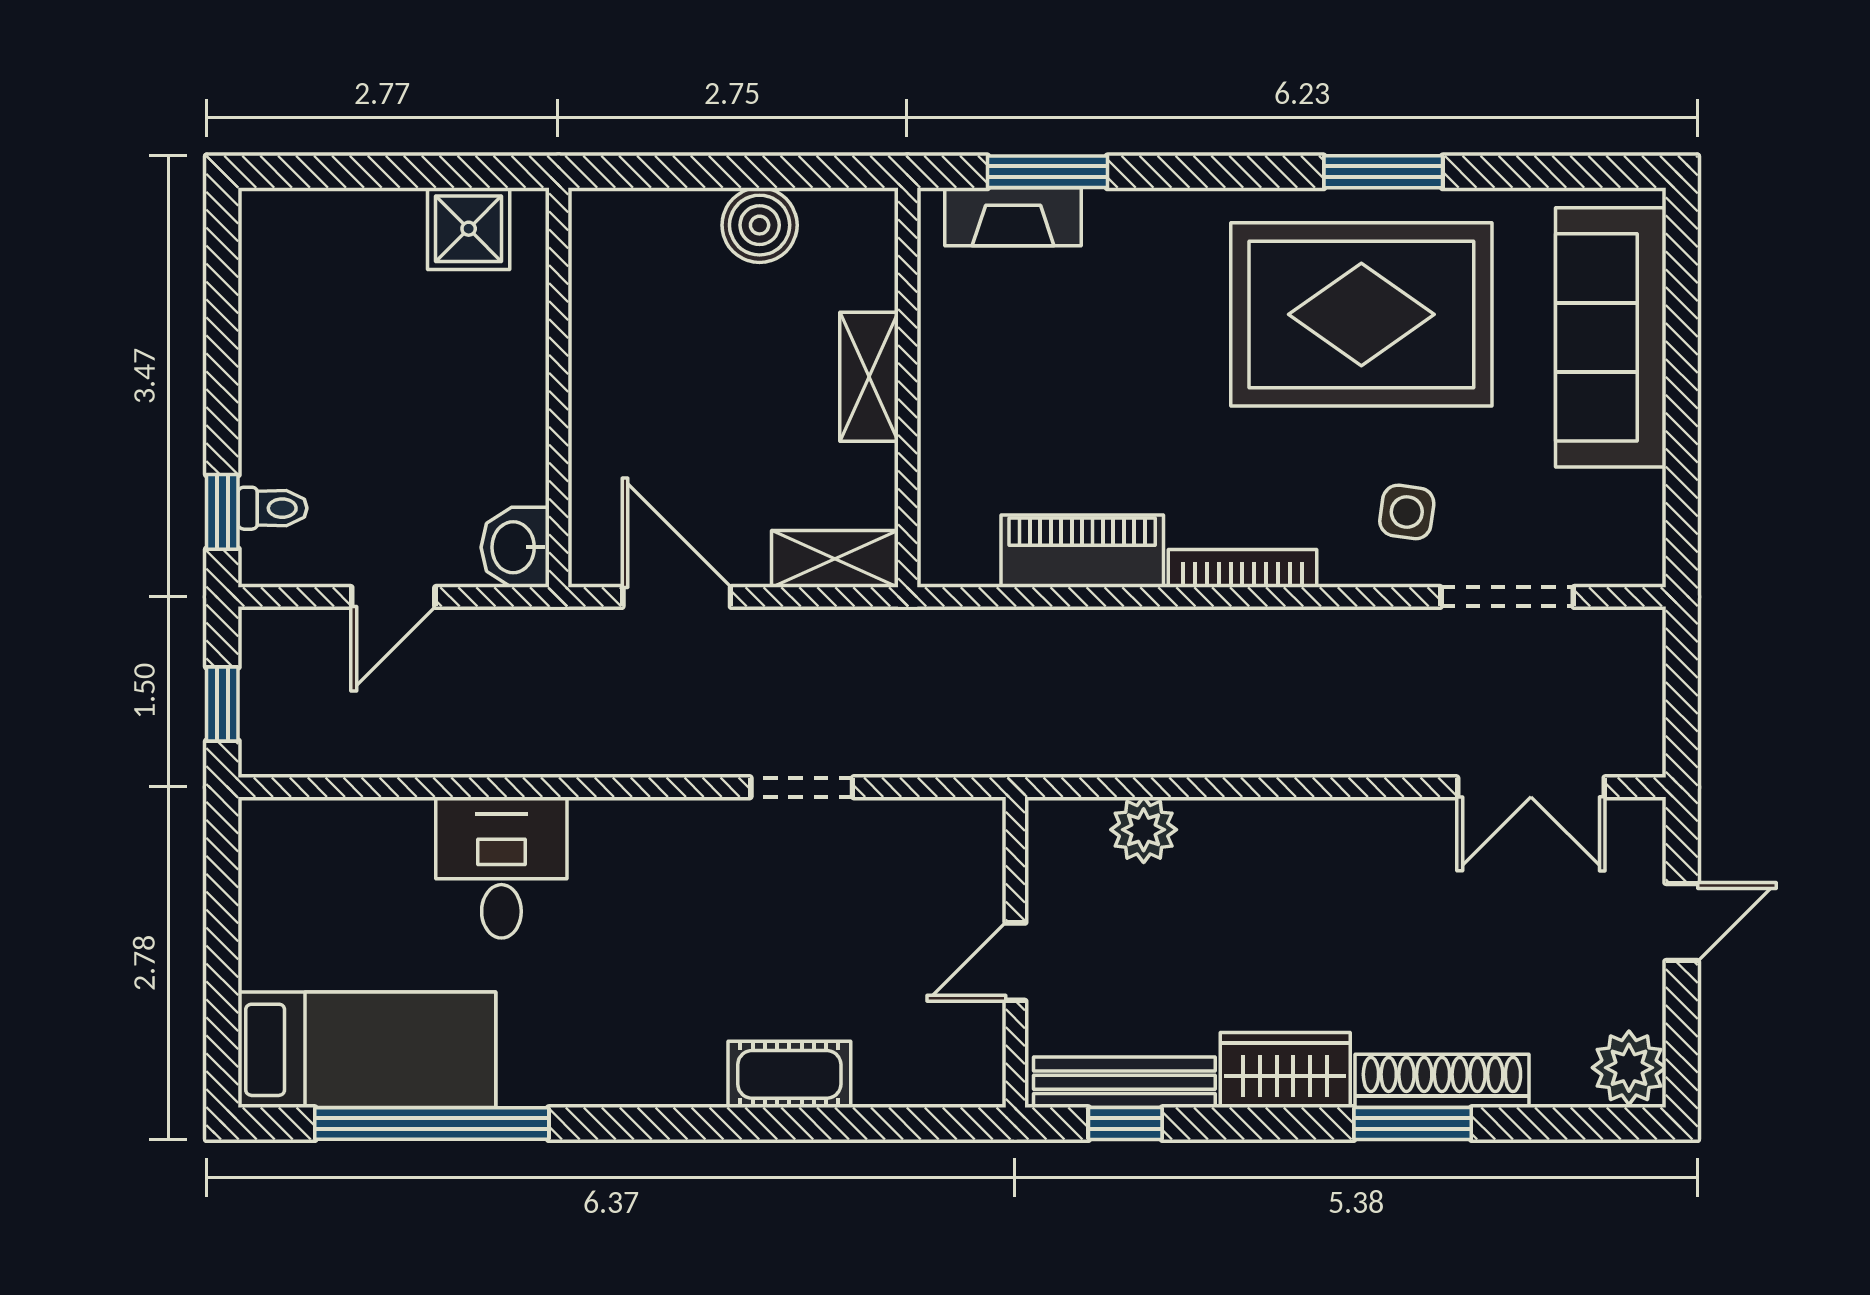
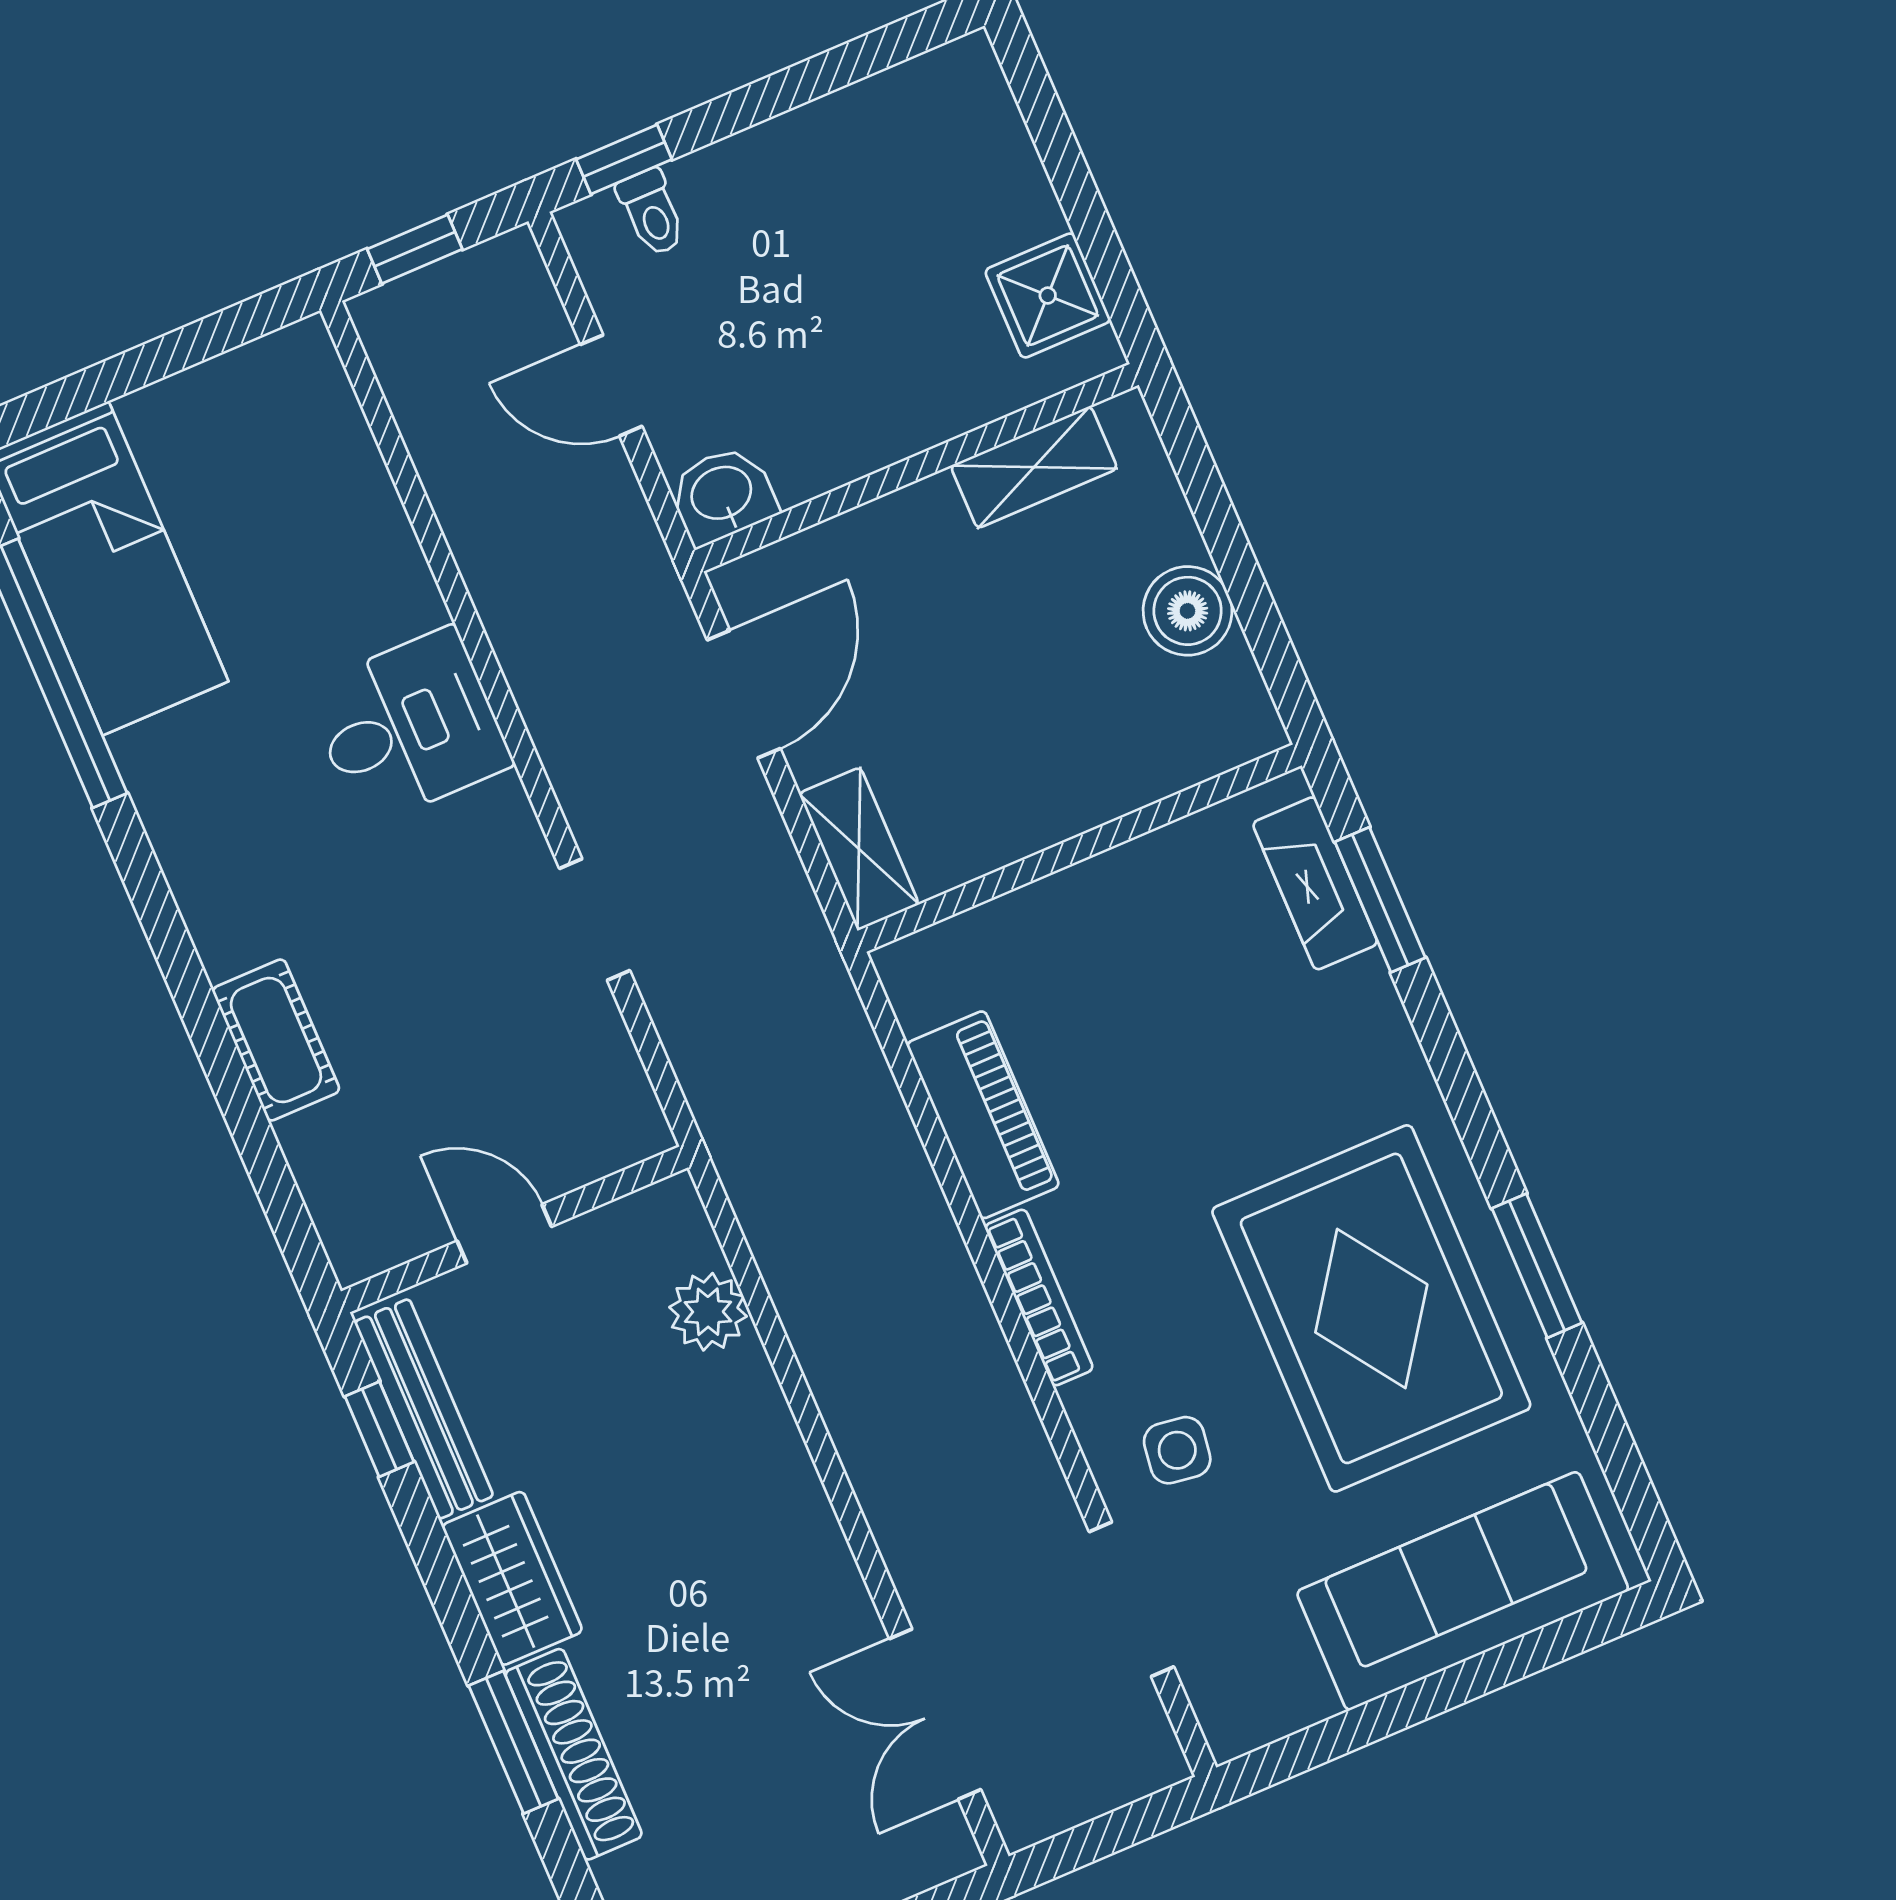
shelving: (869, 377) -> (1034, 467), moved
desk: (501, 867) -> (409, 727), moved

